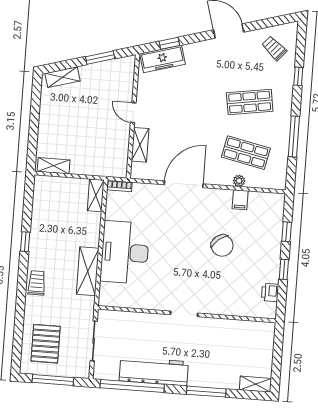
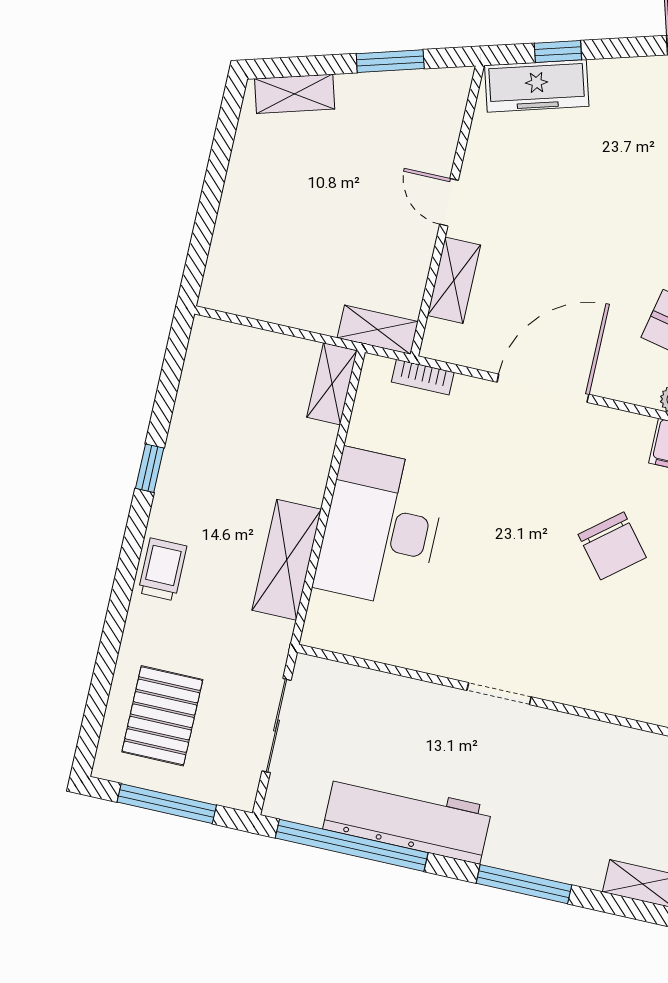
shelving: (54, 166) -> (378, 330), moved
bookcase: (119, 186) -> (423, 377), moved

